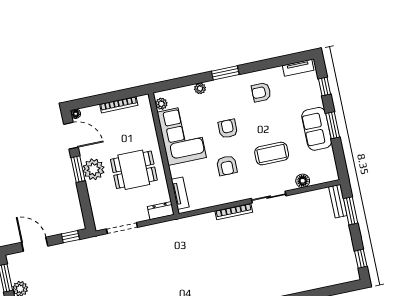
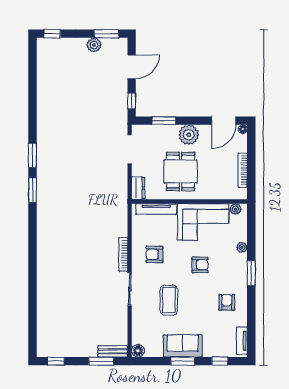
armchair: (227, 166) -> (155, 254), moved
window: (78, 169) -> (164, 121), moved
floor lamp: (303, 181) -> (138, 351), moved
tv unit: (180, 193) -> (156, 209), width x1.41

